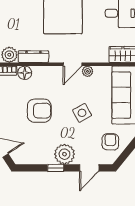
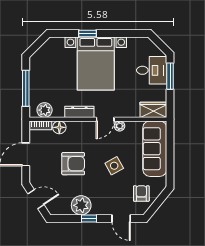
dresser: (33, 57) -> (79, 112), moved
plant: (64, 154) -> (81, 205), moved
door: (89, 168) -> (121, 218), hinge flipped

